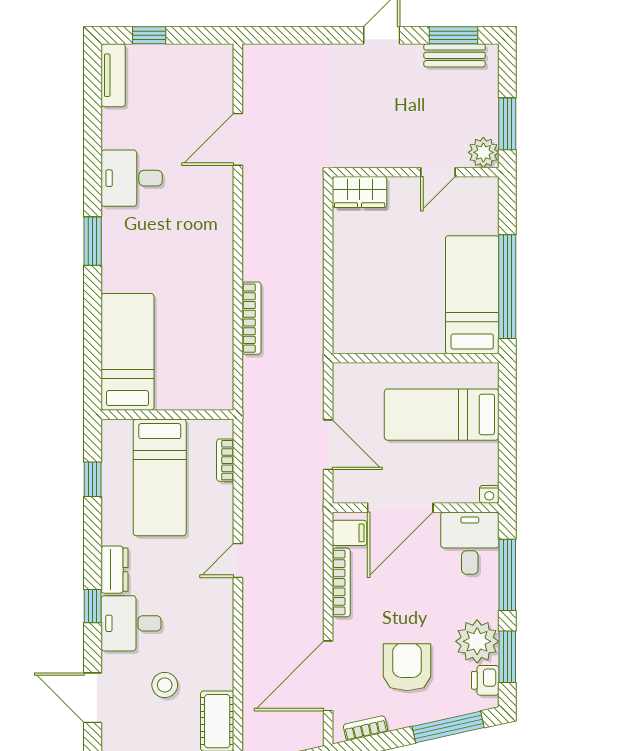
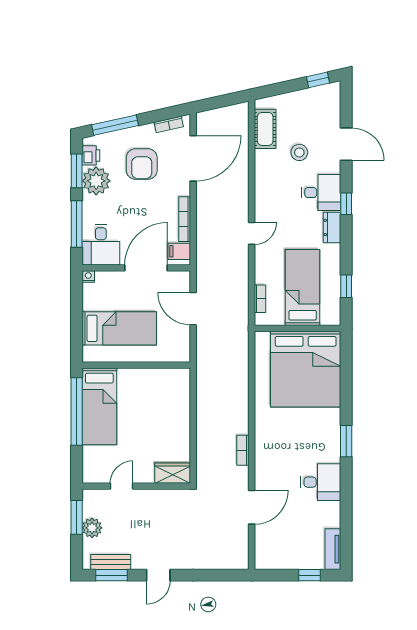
plant: (483, 152) -> (92, 528), moved
bookcase: (251, 318) -> (243, 450), moved, width x0.64
bed: (127, 352) -> (306, 369), width x2.04

